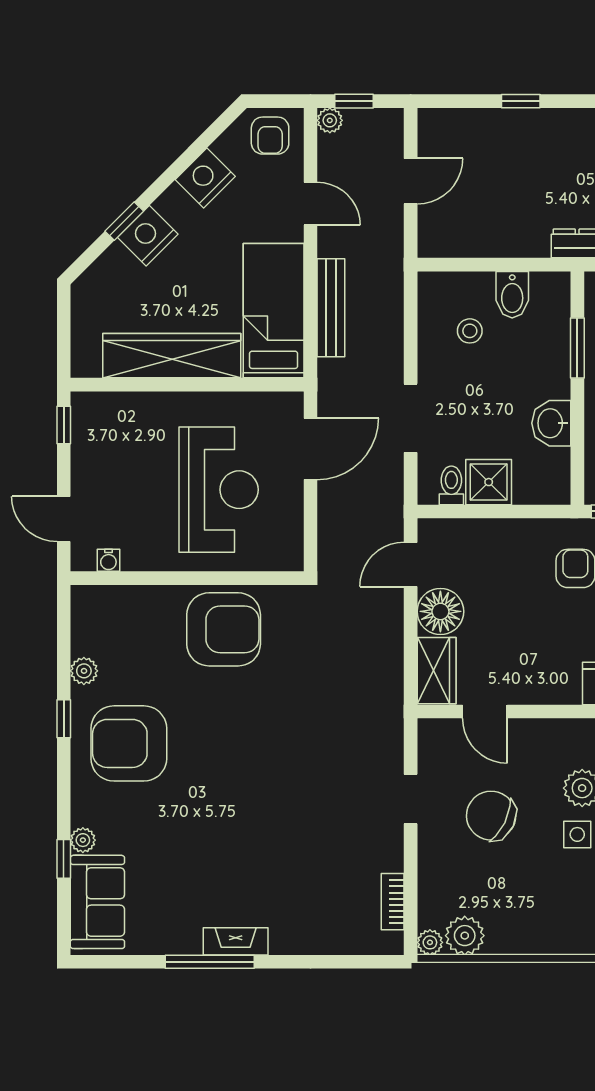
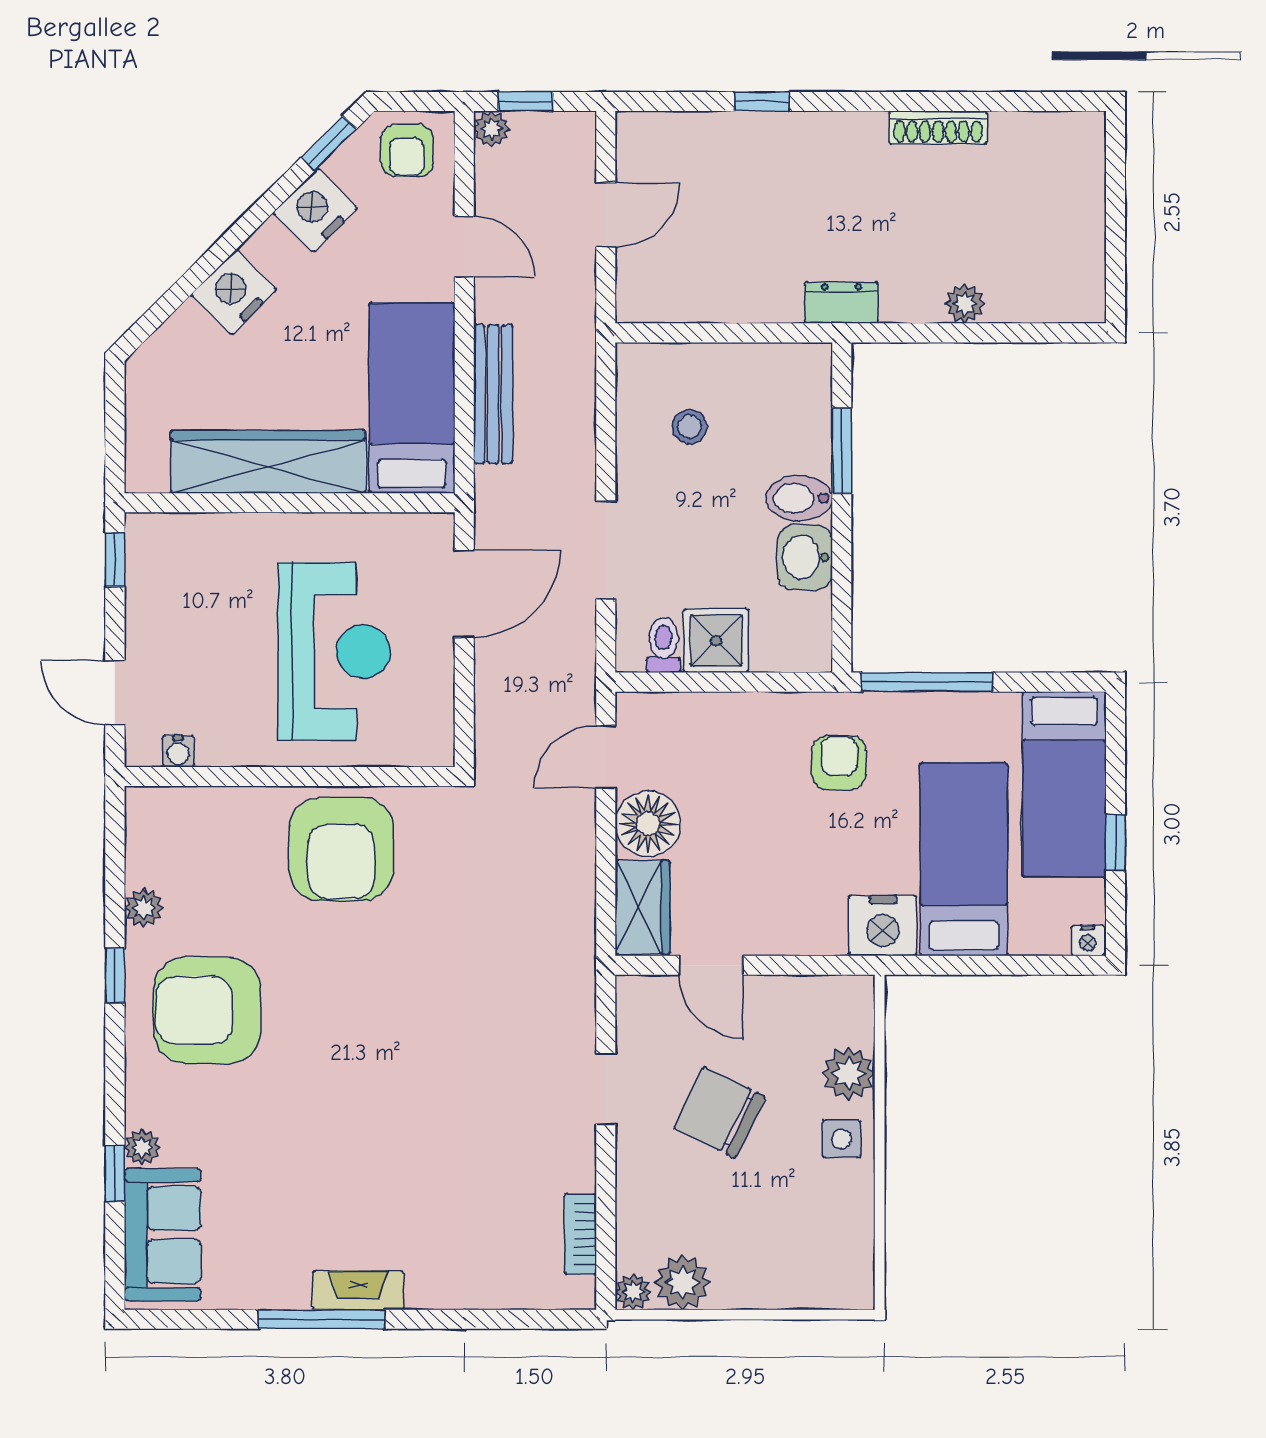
window: (124, 221) -> (329, 143), moved
bidet: (512, 295) -> (799, 498), moved, turned 90
armchair: (224, 629) -> (341, 849), turned 90

